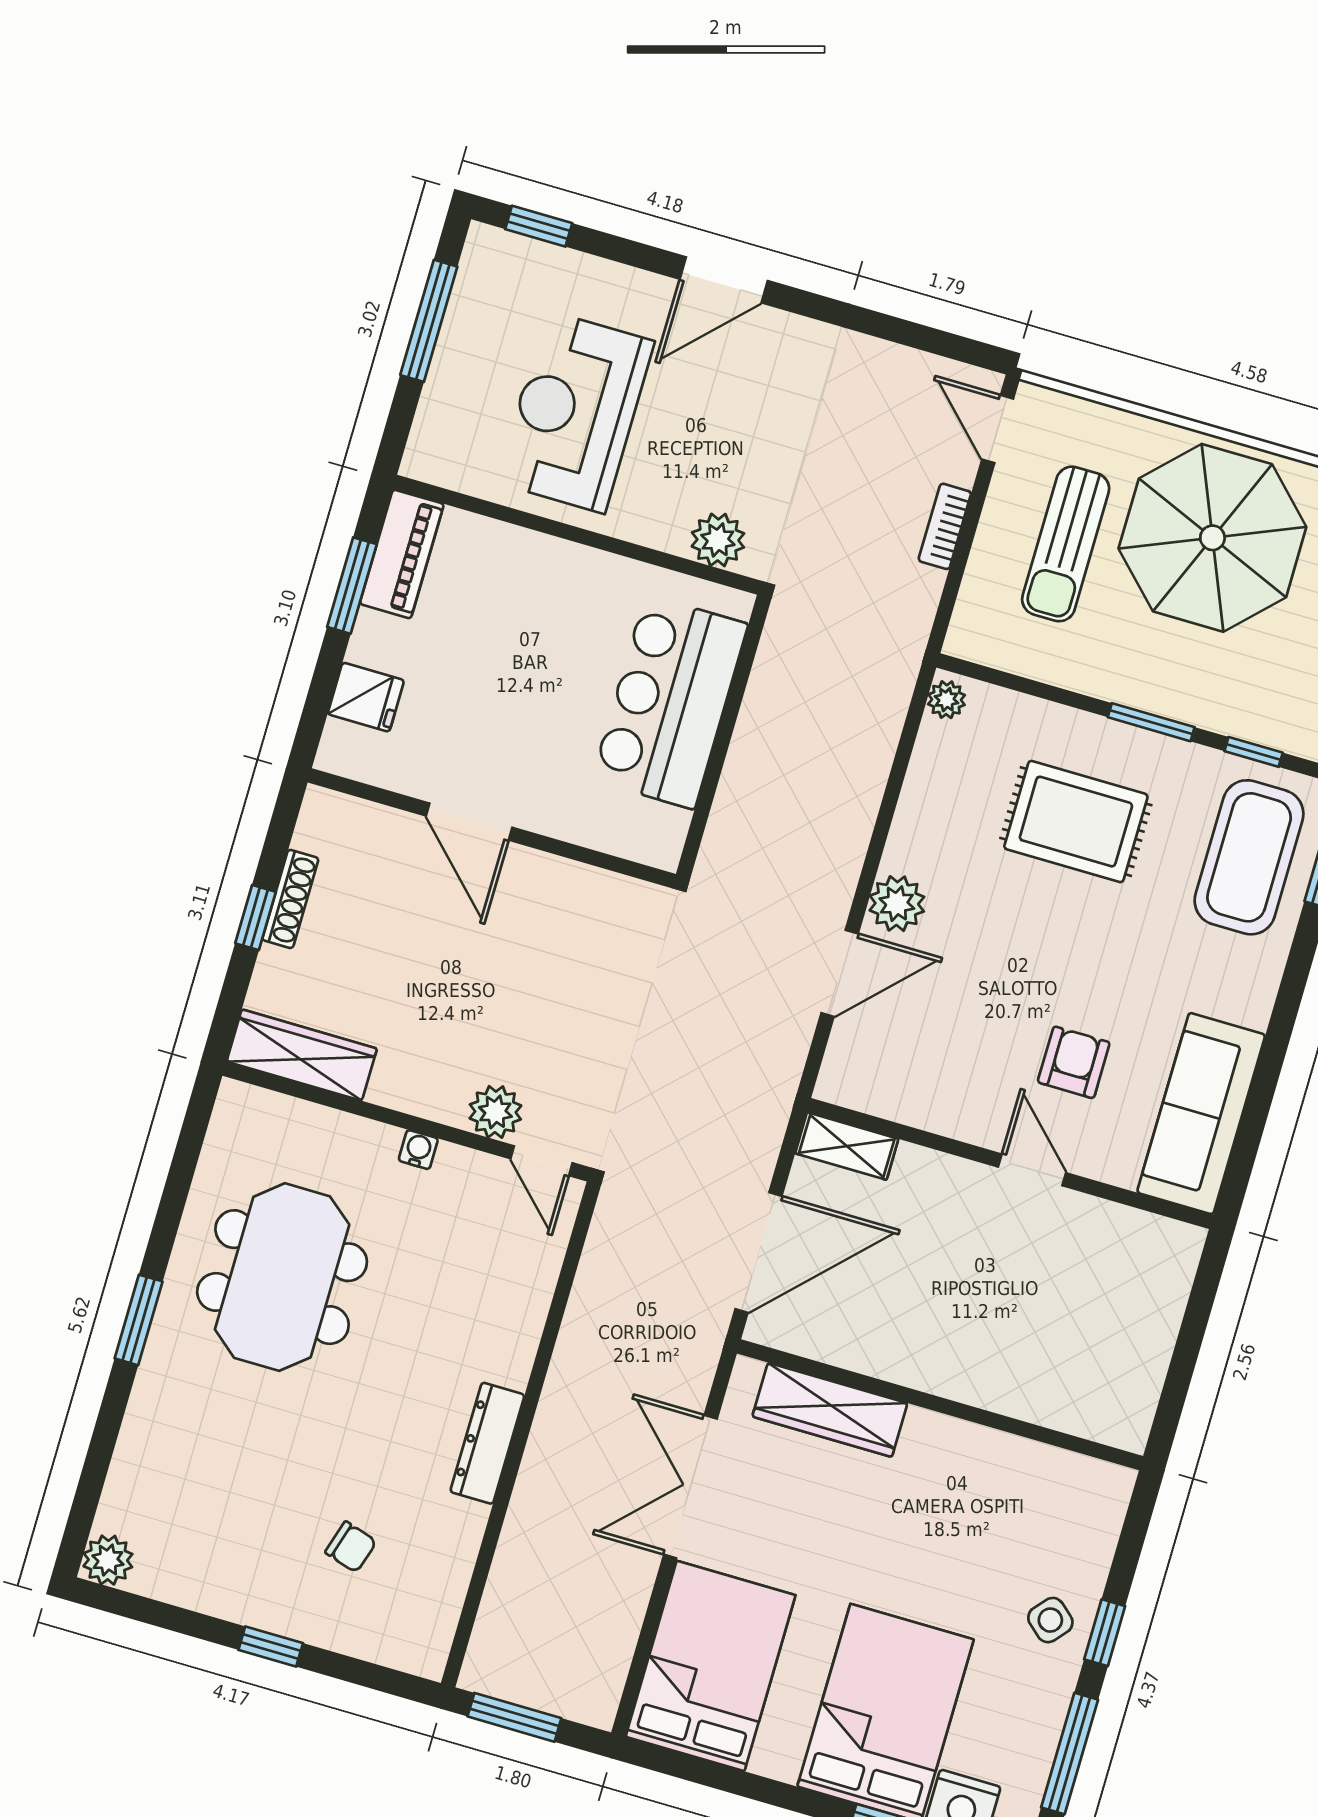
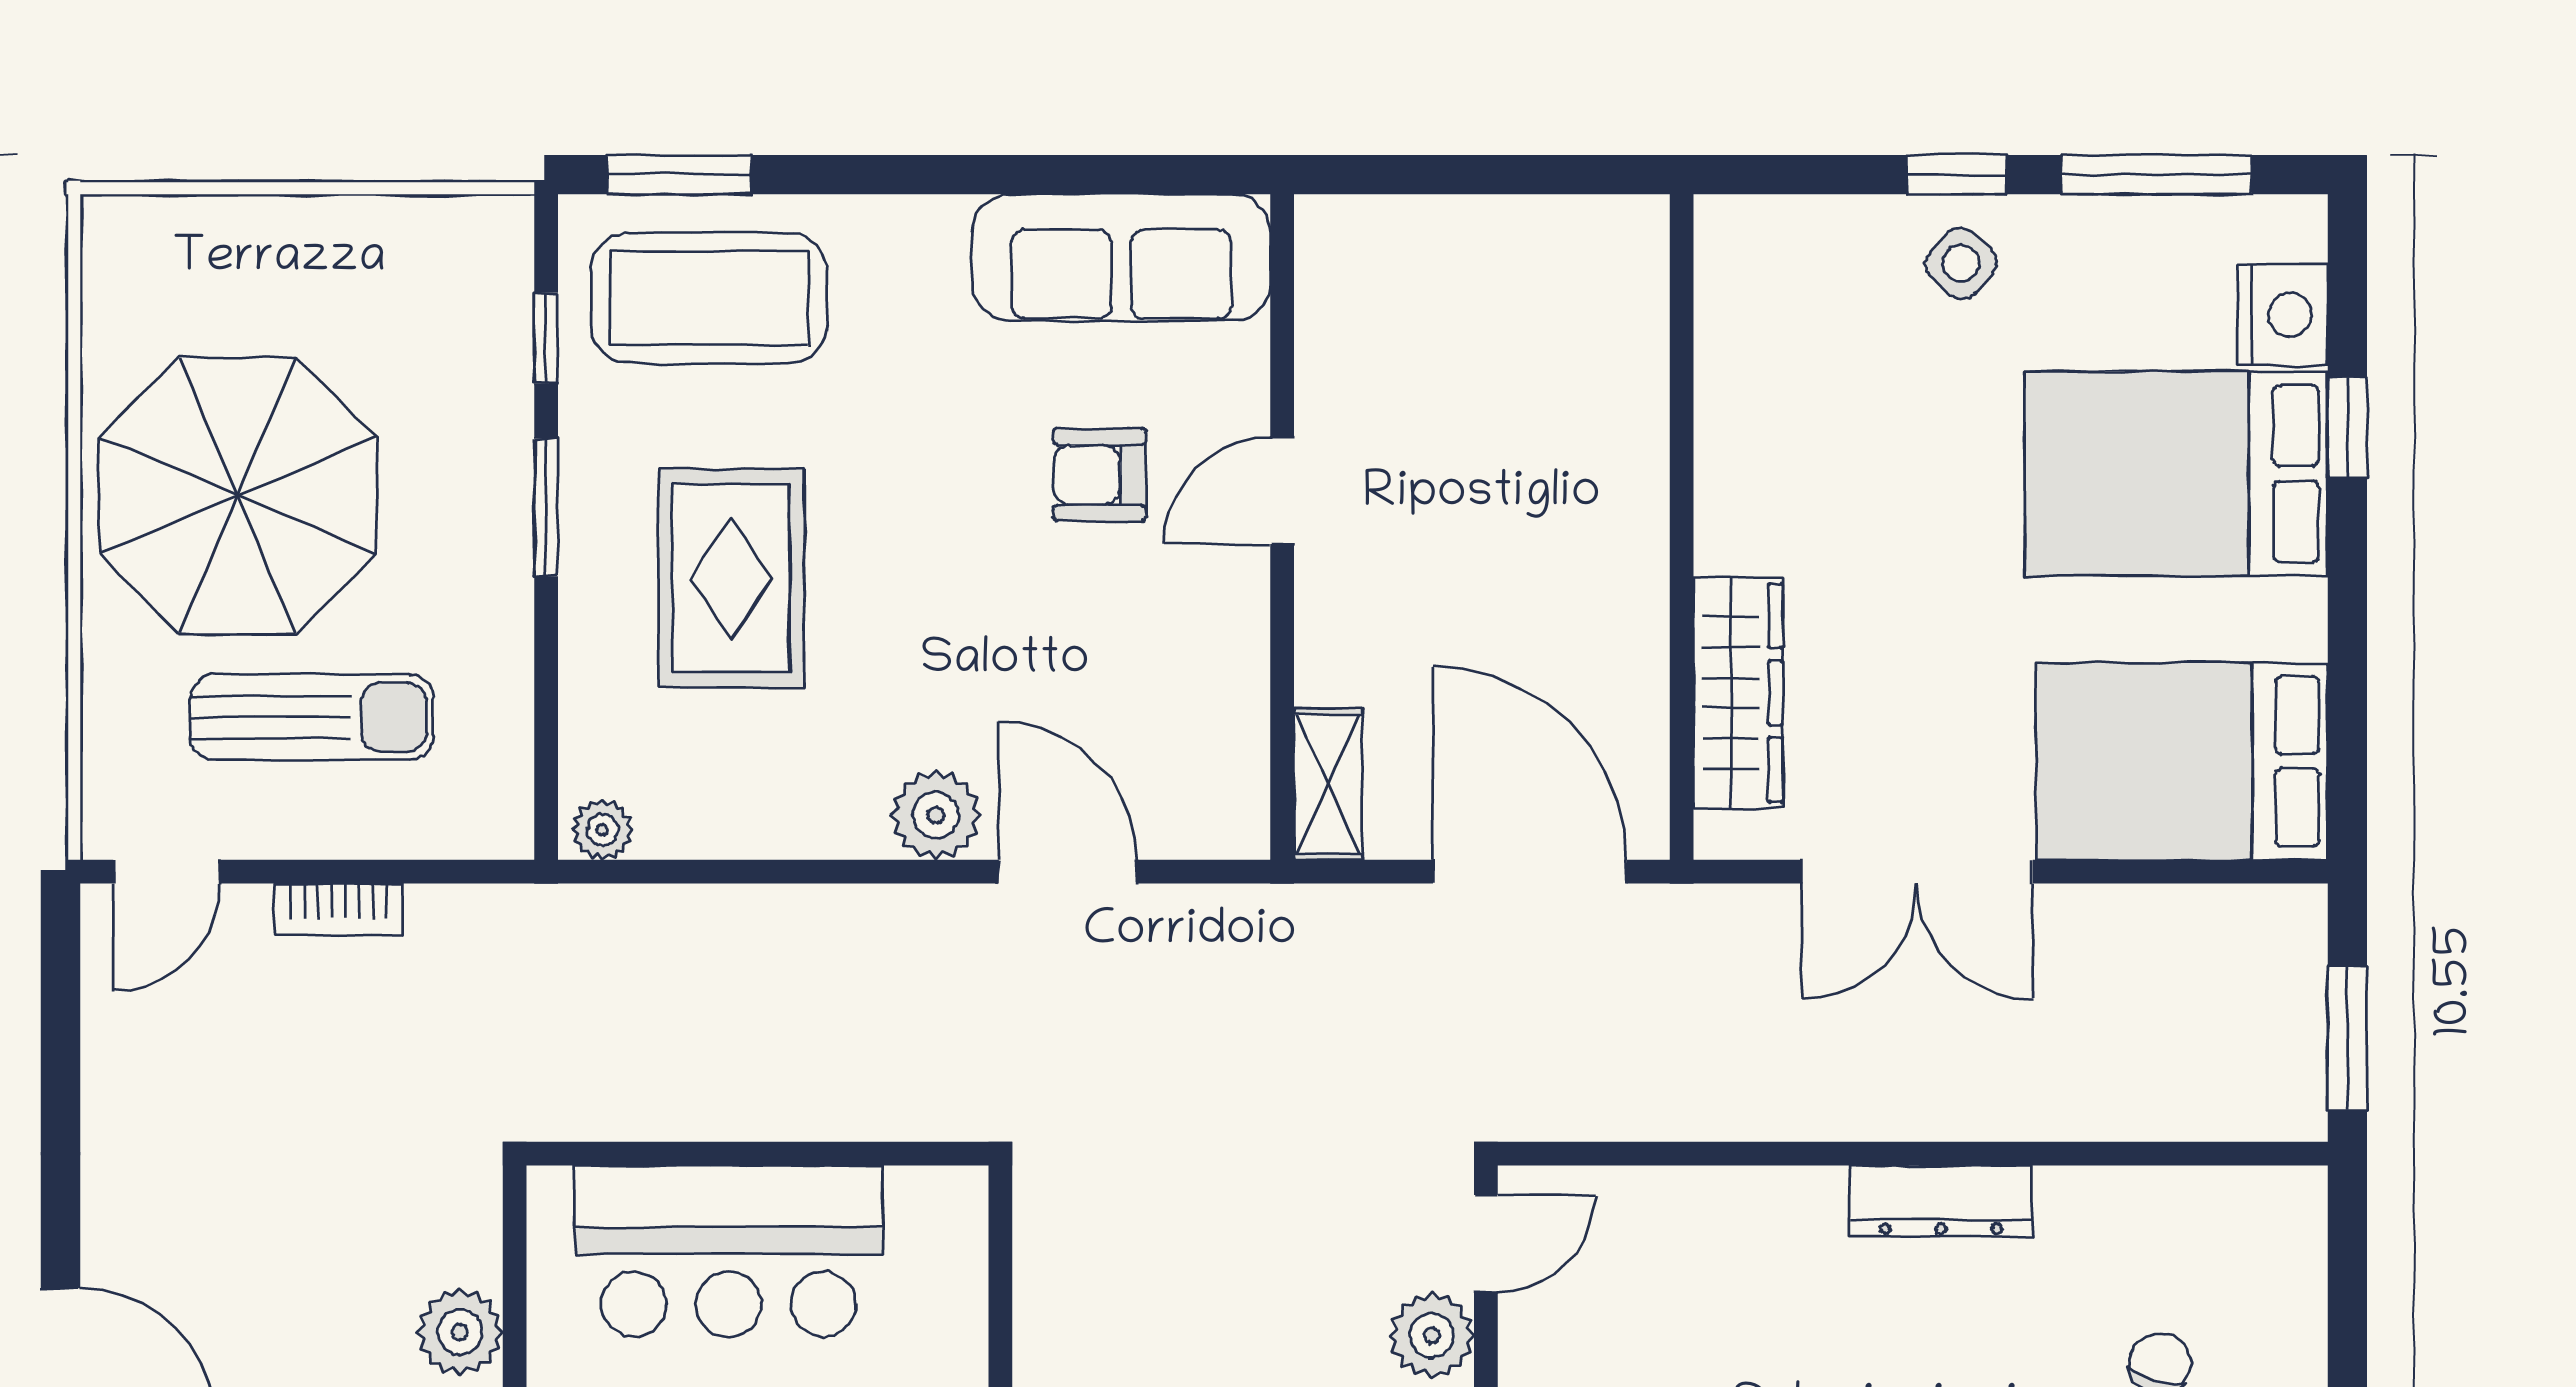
plant: (718, 540) -> (460, 1332), moved

